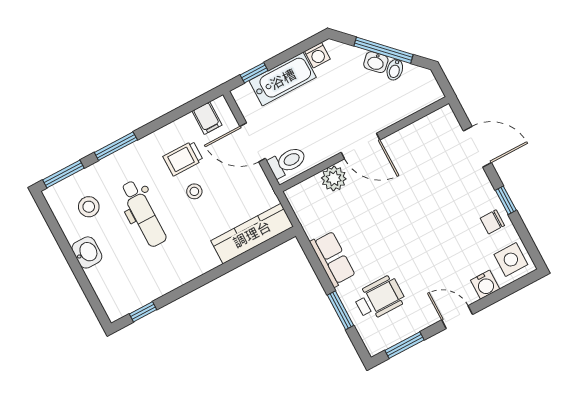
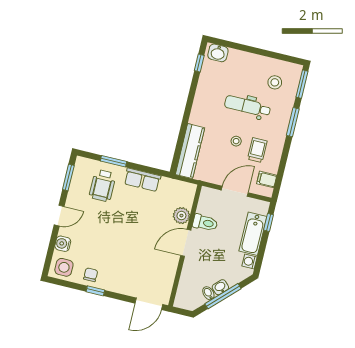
door: (477, 147) -> (149, 304), moved
toilet: (287, 162) -> (205, 223), moved, turned -90
washbasin: (87, 252) -> (218, 53), moved

